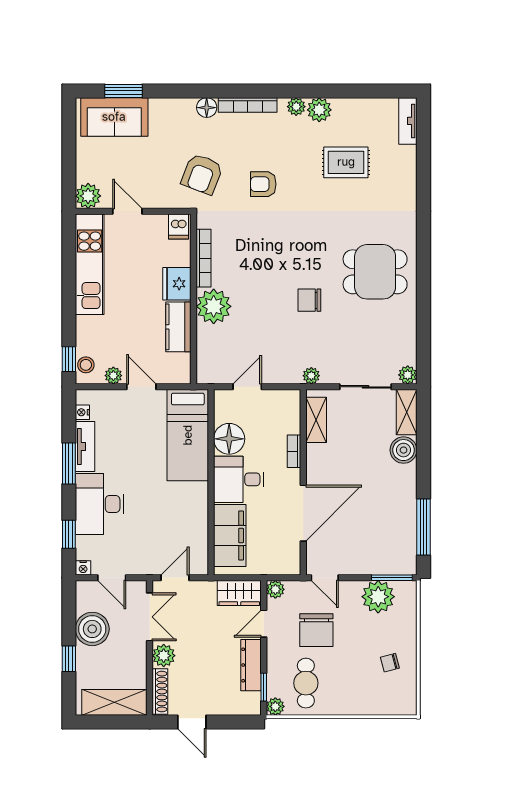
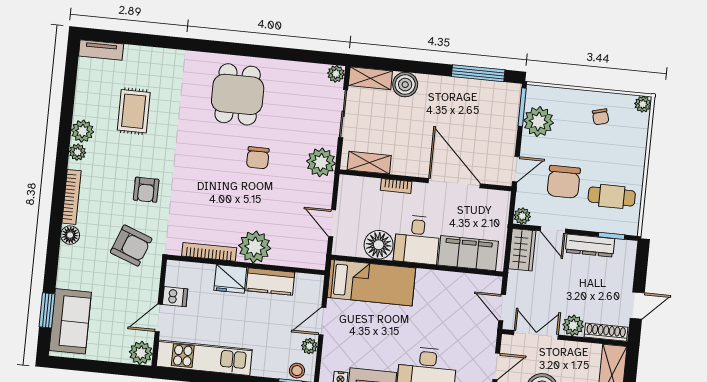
dishwasher: (179, 226) -> (175, 297), moved
plant: (311, 376) -> (321, 162), width x1.88, depth x1.88
chair: (316, 630) -> (564, 182), turned 90
plant: (275, 706) -> (643, 104), moved

